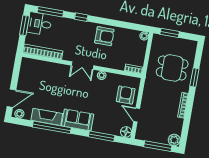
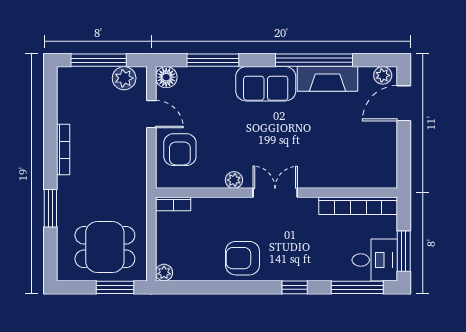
dining table: (172, 68) -> (105, 247), moved
plant: (174, 140) -> (124, 78), moved

